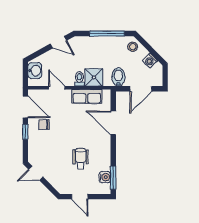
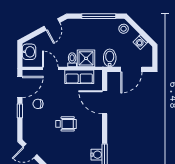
door: (58, 42) -> (52, 24), hinge flipped
door: (25, 107) -> (20, 87), hinge flipped
wheelchair: (81, 159) -> (66, 124), moved, turned 90

